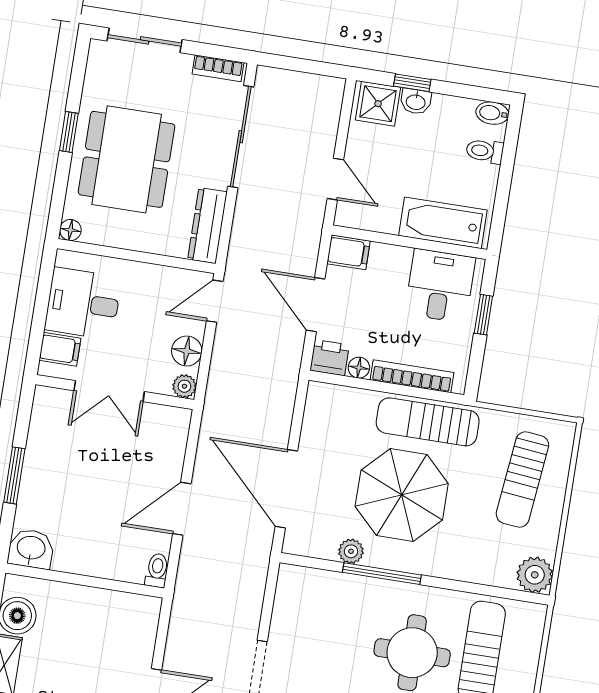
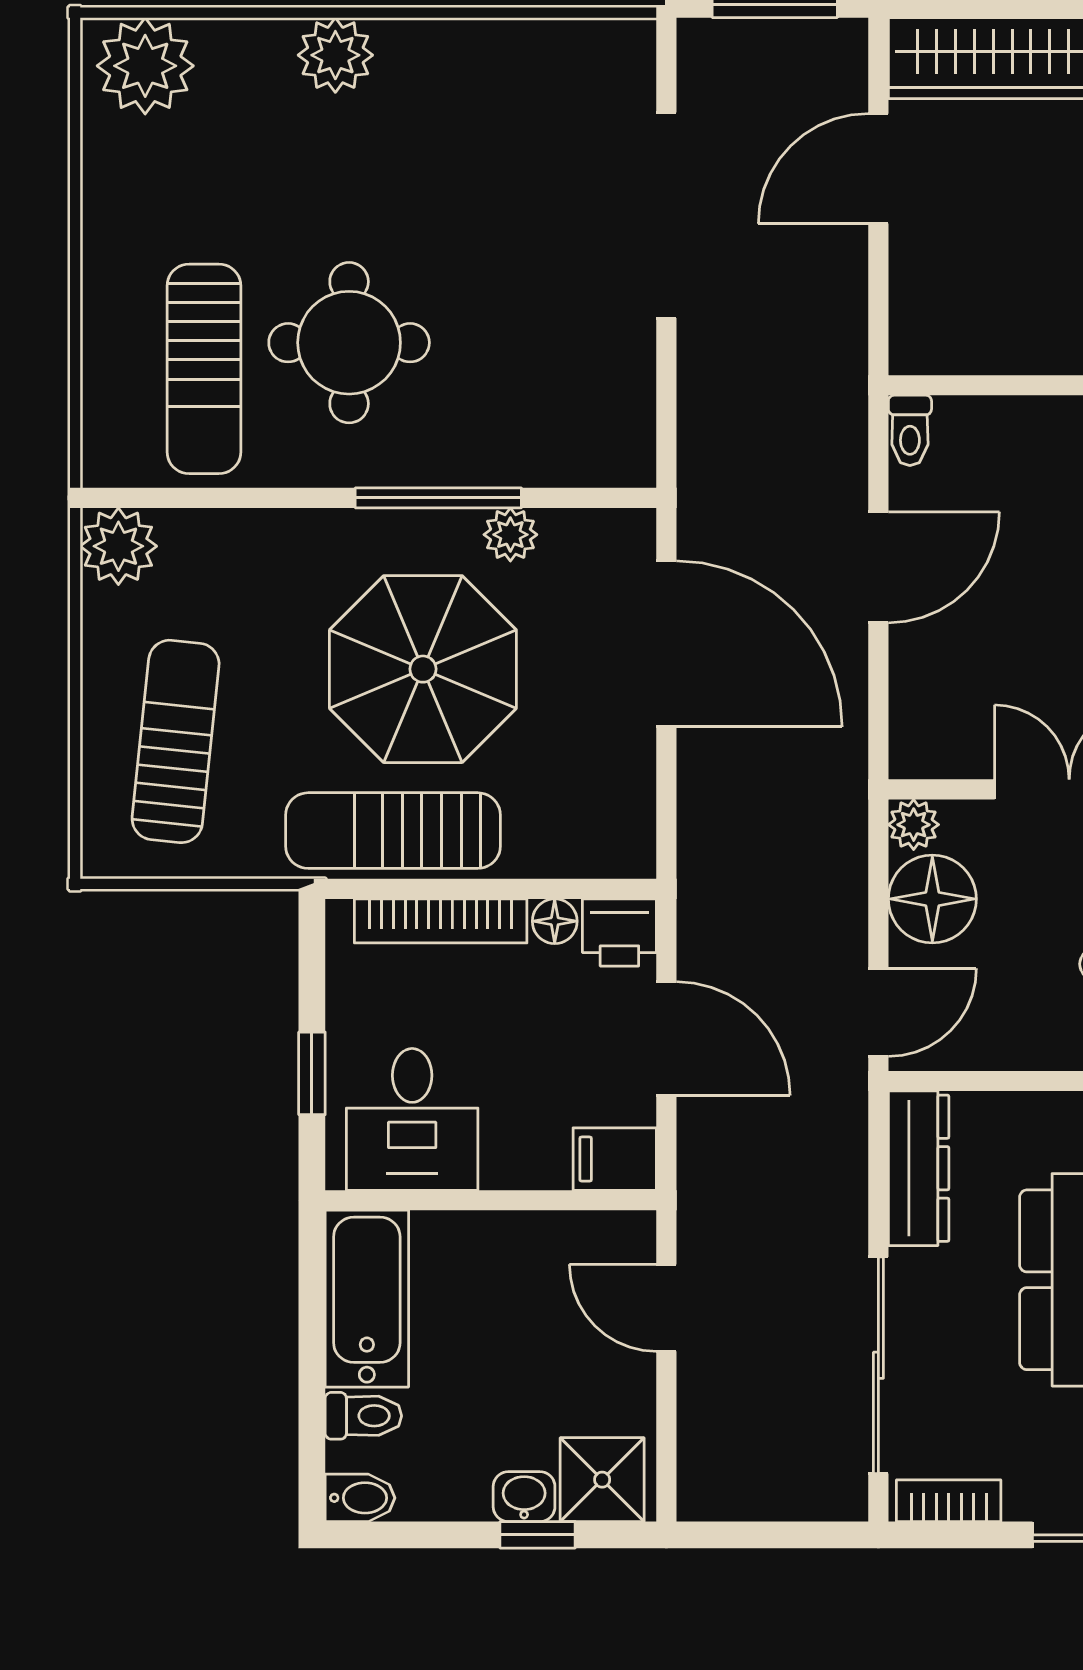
bathtub: (443, 223) -> (367, 1299), moved, turned -90
floor lamp: (187, 351) -> (932, 899), width x1.38, depth x1.38
sun lounger: (428, 422) -> (393, 831), turned 180

